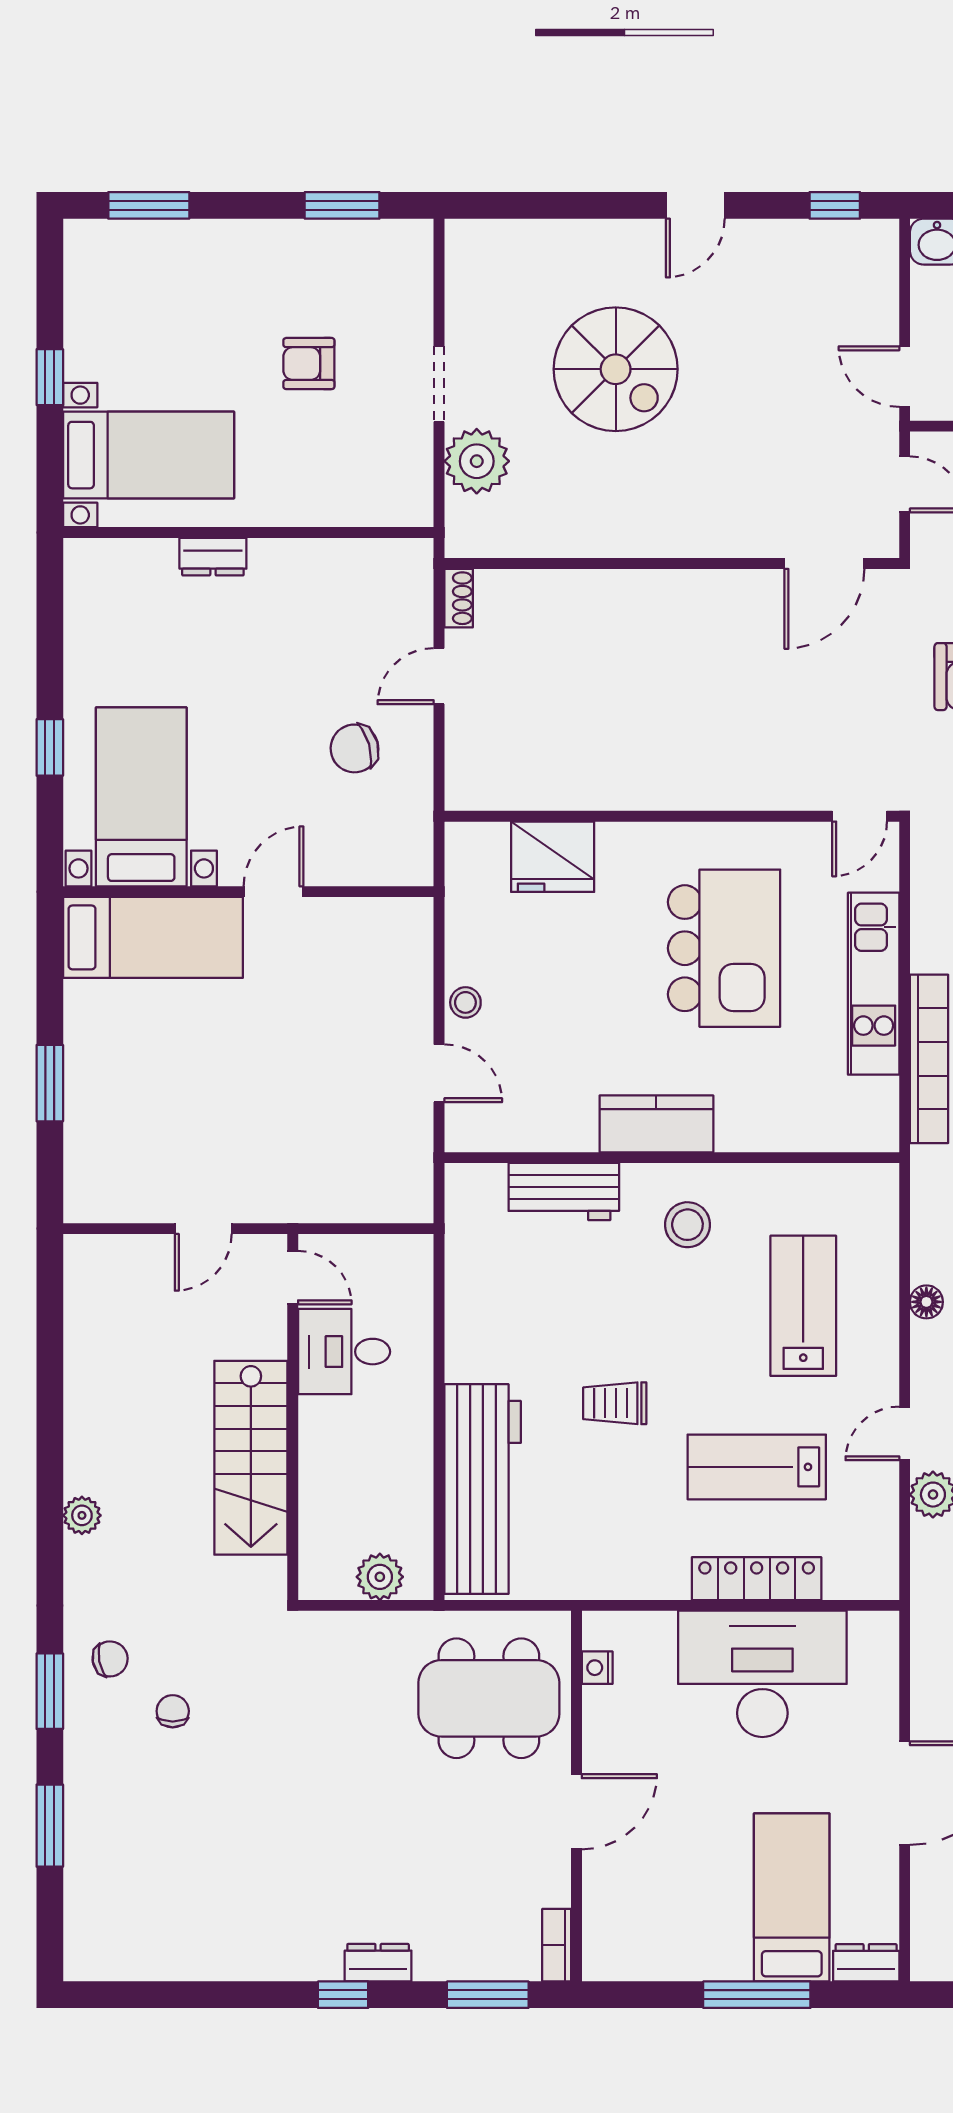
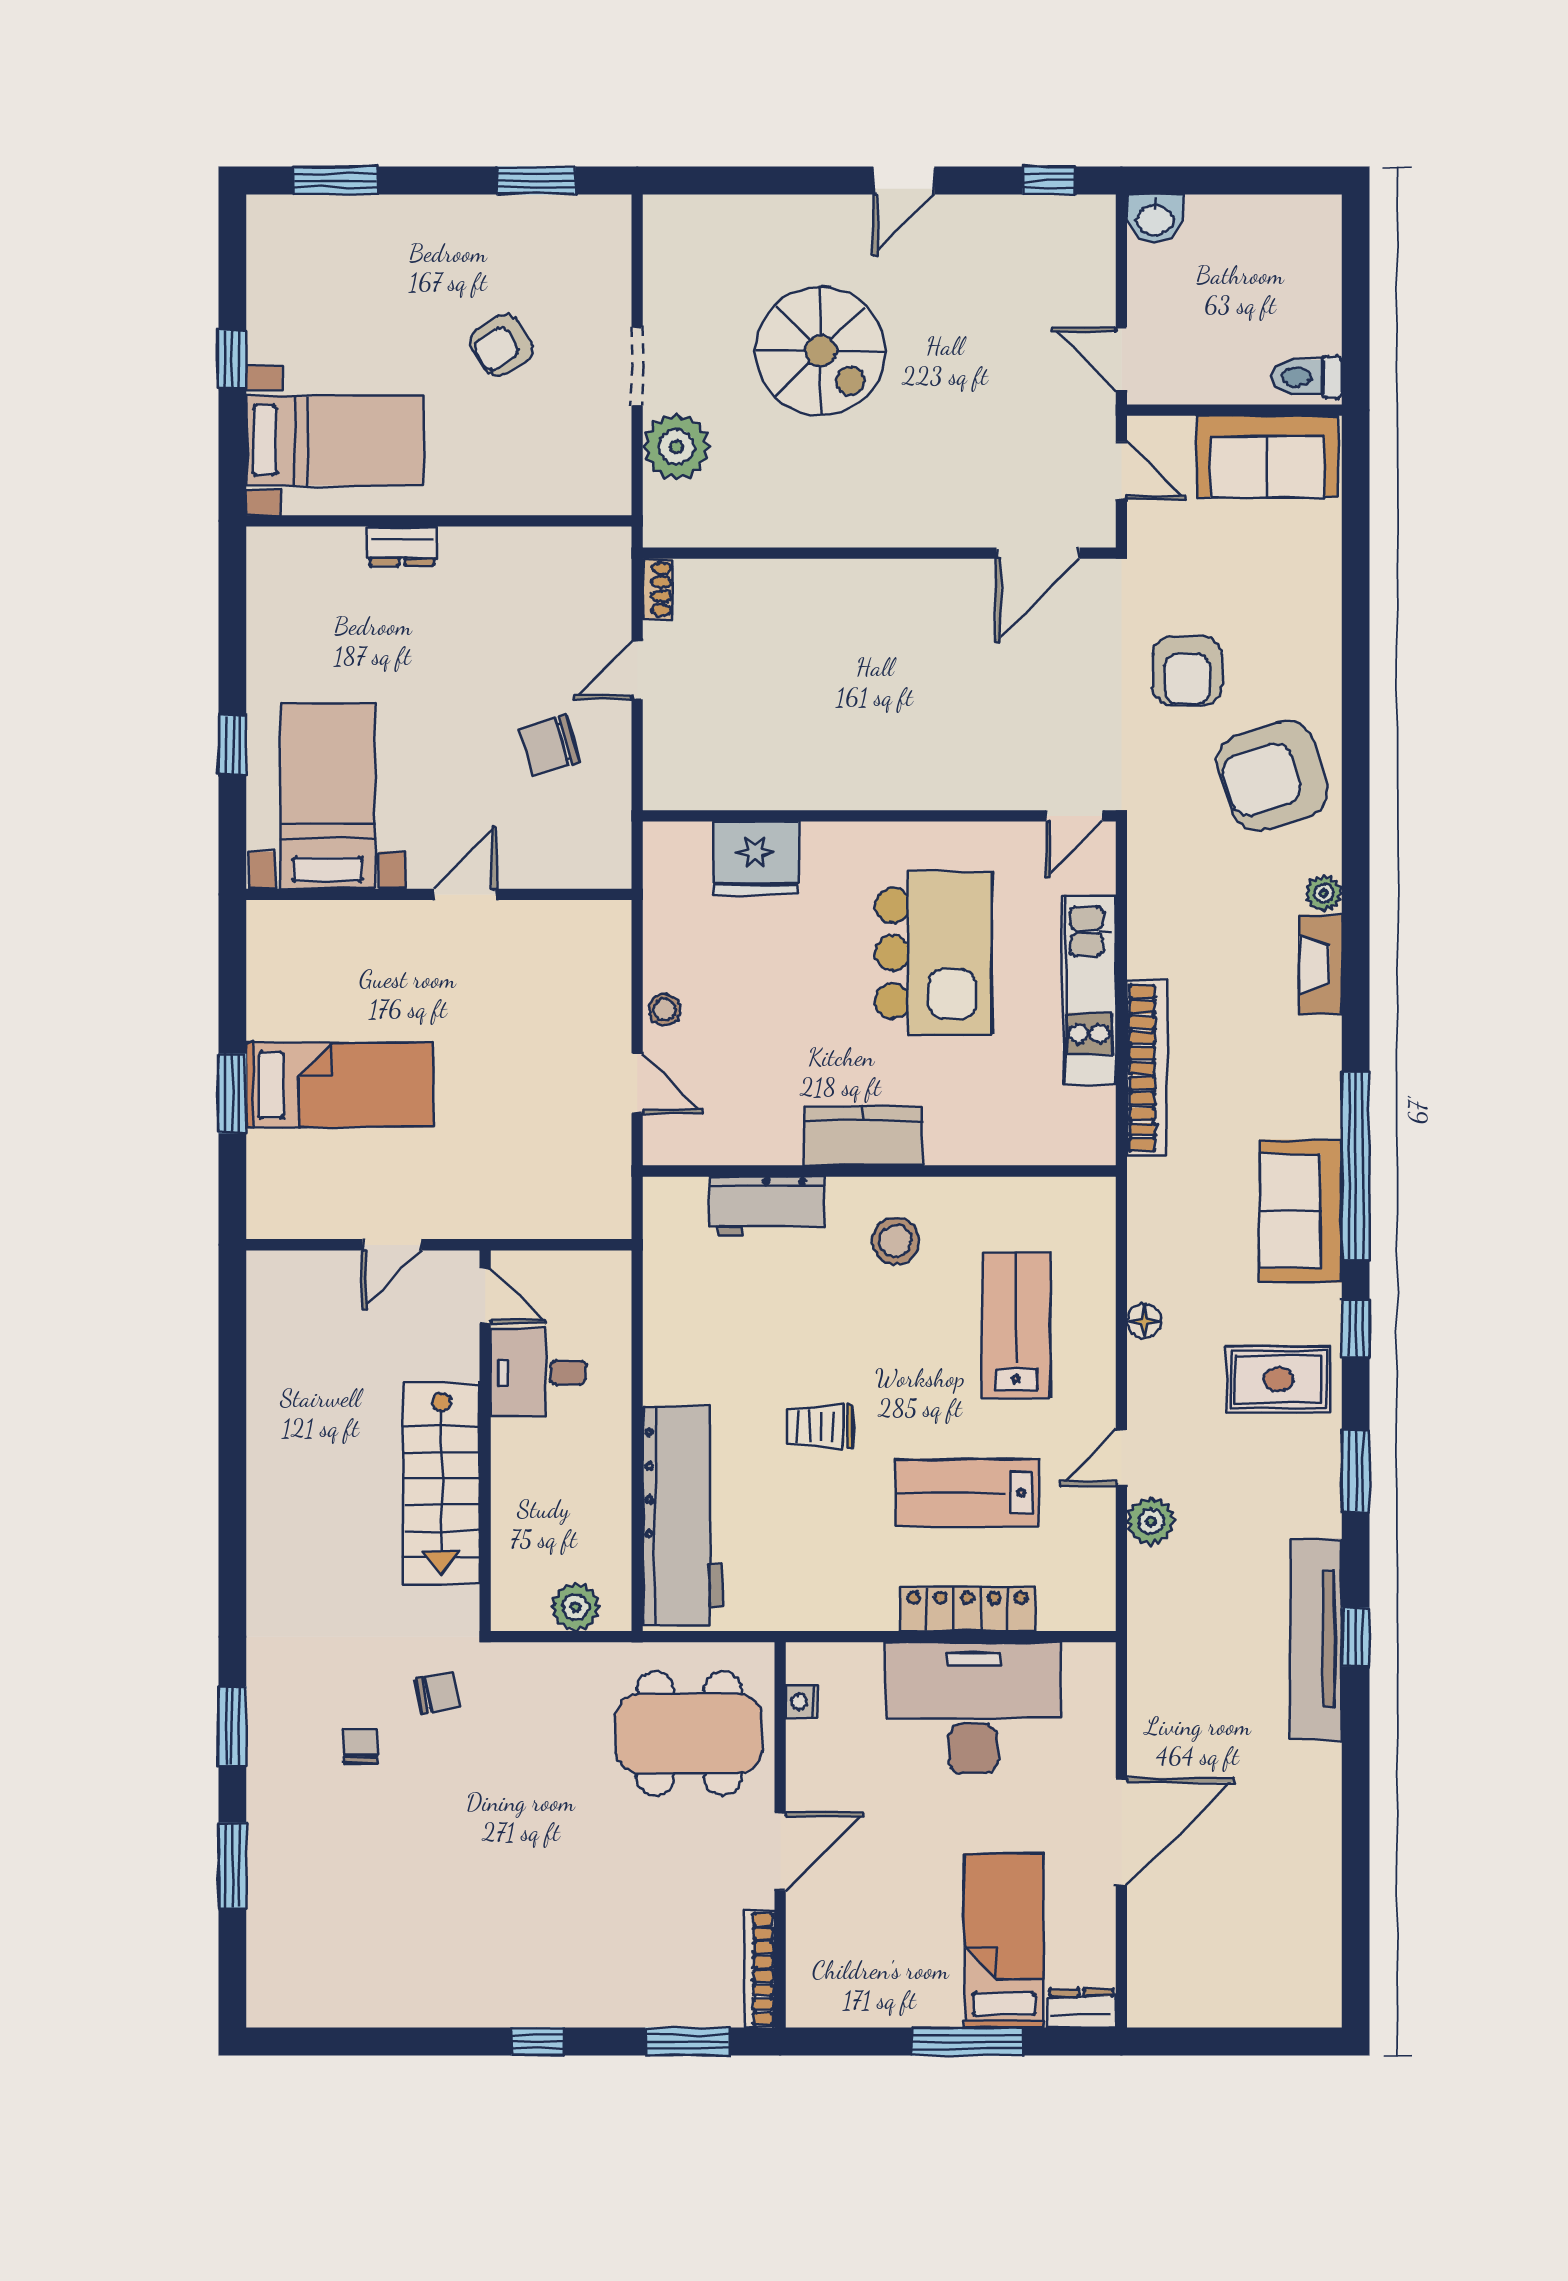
armchair: (309, 364) -> (502, 345), turned -33
bed: (153, 937) -> (340, 1085), moved
plant: (82, 1515) -> (266, 1543), removed
chair: (110, 1659) -> (438, 1693), moved
bookcase: (557, 1945) -> (760, 1969), width x1.56
dresser: (378, 1963) -> (574, 2008), removed

